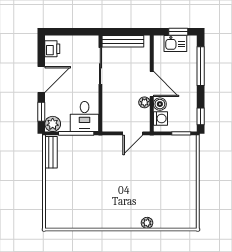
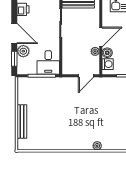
door: (41, 79) -> (14, 33), hinge flipped
door: (152, 84) -> (101, 37), hinge flipped
plant: (53, 124) -> (23, 51), moved
bench: (51, 152) -> (22, 121), moved, width x1.36

